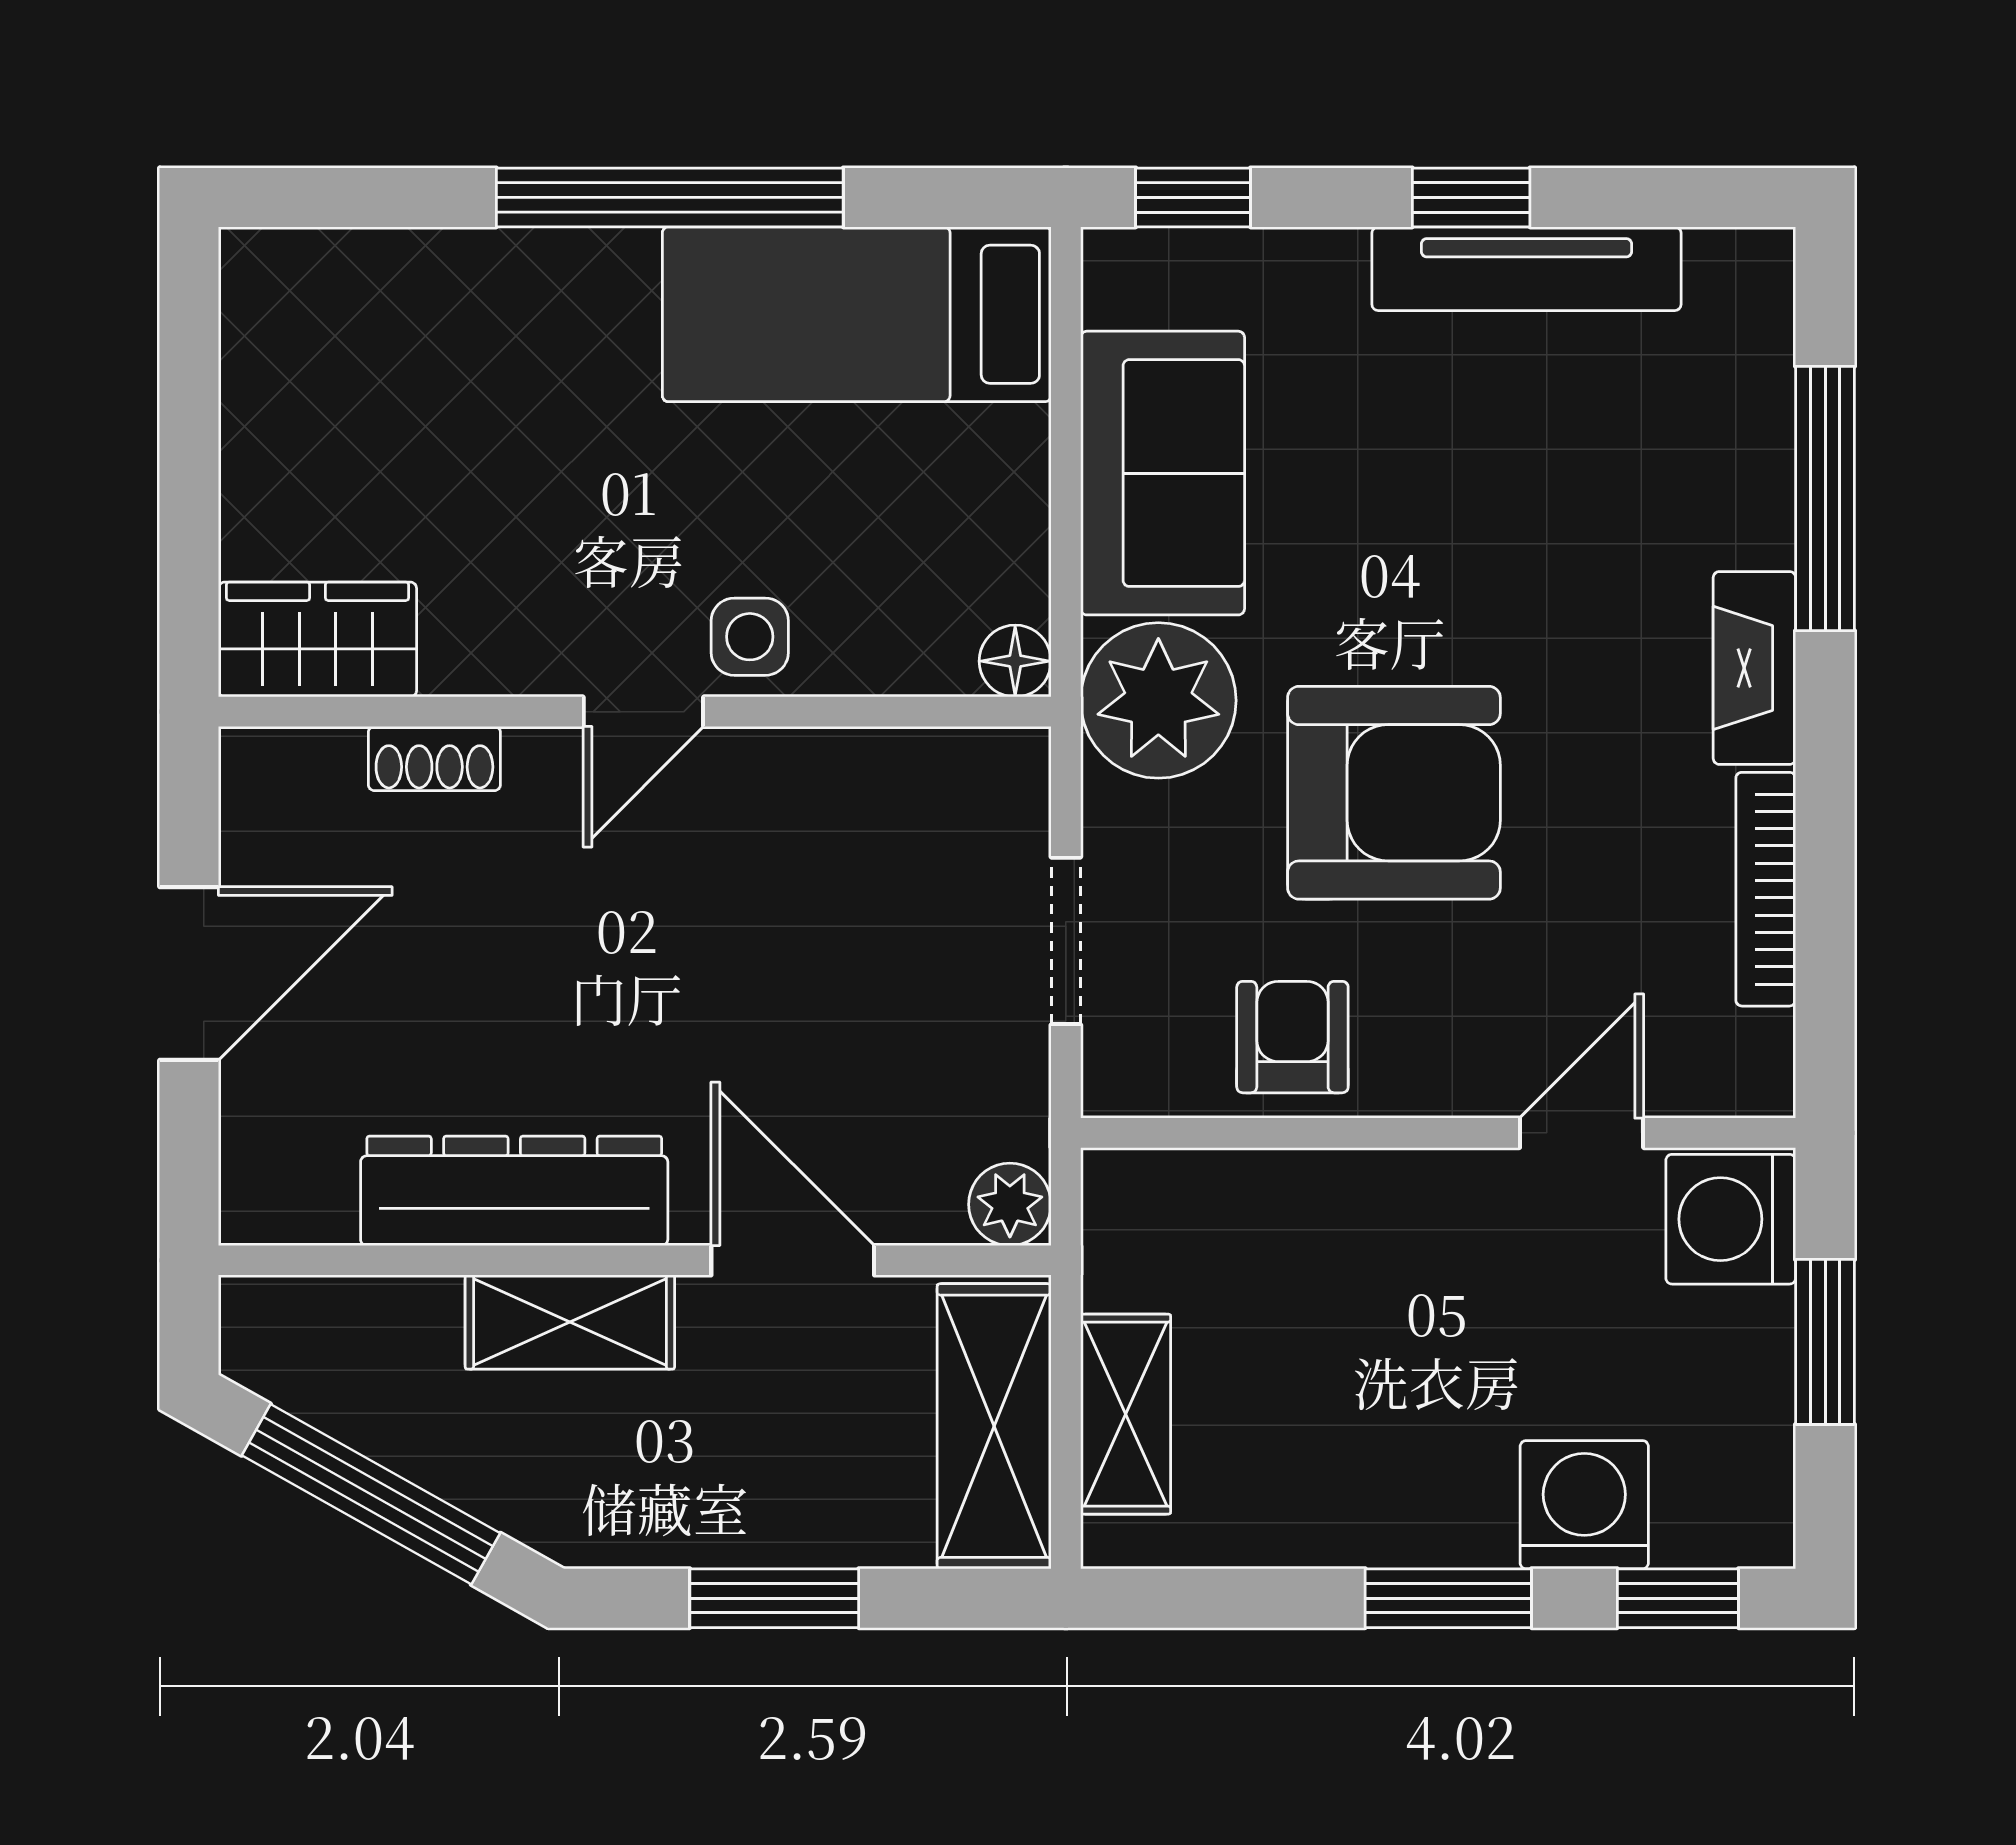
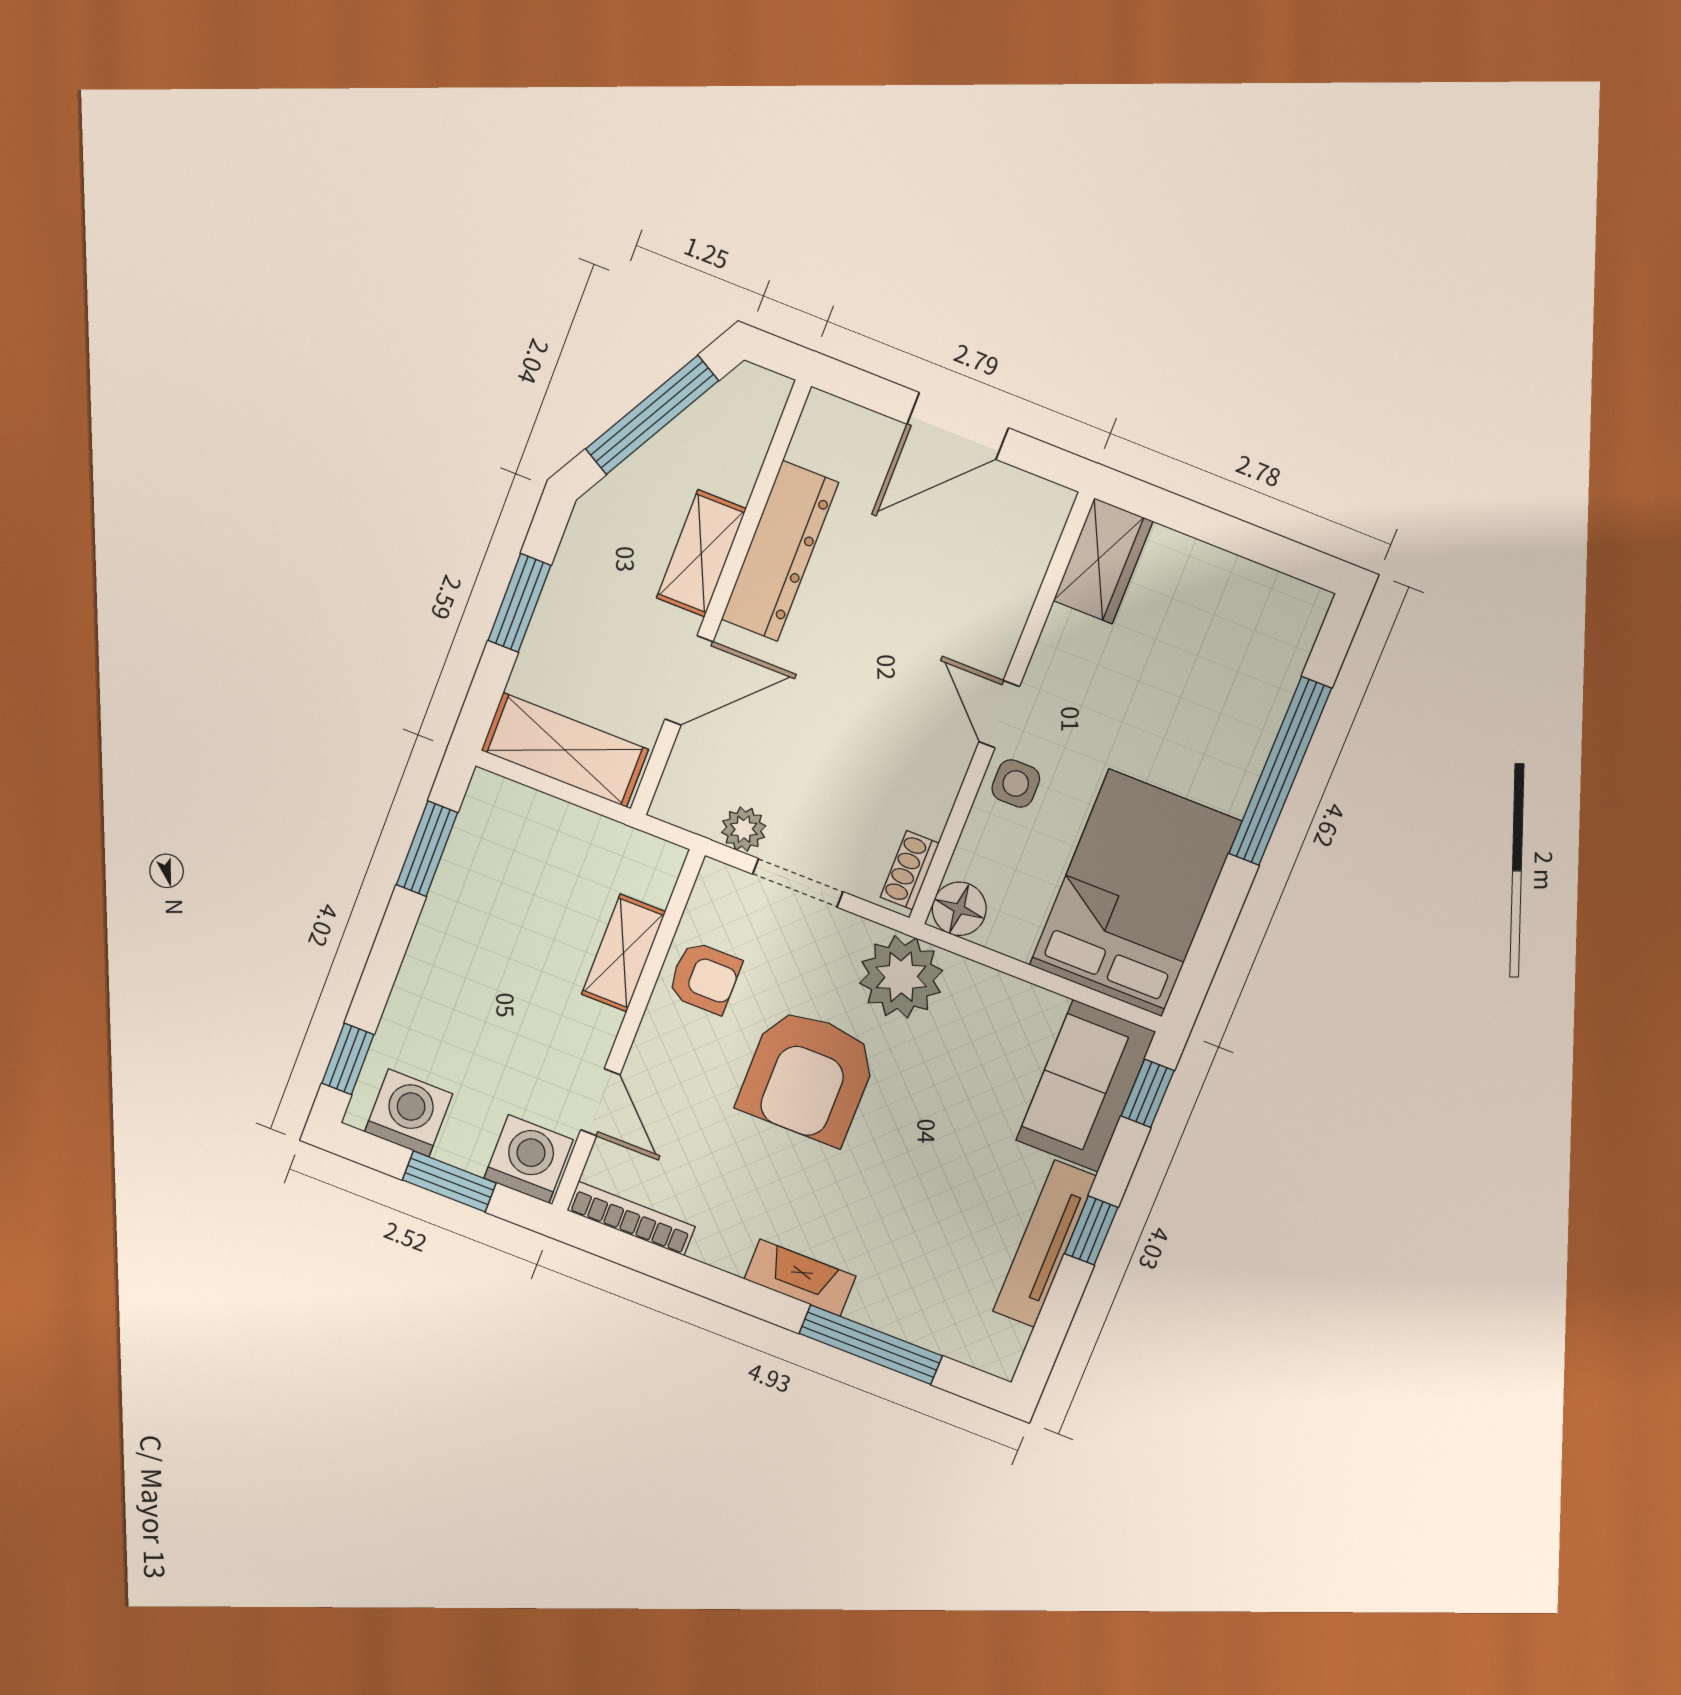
window: (670, 197) -> (1280, 771), moved
bed: (857, 314) -> (1135, 893), width x1.50
sofa: (1163, 473) -> (1086, 1086), moved, turned 90
floor lamp: (1015, 661) -> (959, 909), width x1.37, depth x1.37
shoe rack: (434, 758) -> (910, 870), moved
bookcase: (1766, 889) -> (631, 1219), moved
door: (189, 973) -> (958, 426), hinge flipped
plant: (1010, 1204) -> (744, 829), moved
shelving: (1126, 1414) -> (623, 953), moved, turned 90
washing machine: (1584, 1505) -> (409, 1113), moved, turned -90
window: (1448, 1598) -> (427, 849), moved

